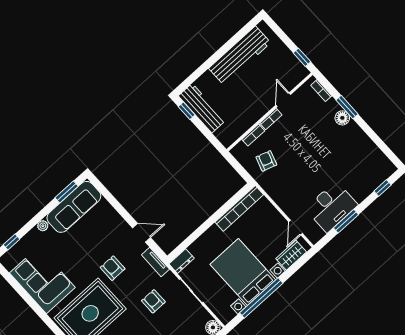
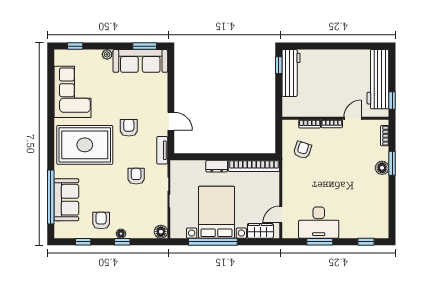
workbench: (240, 56) -> (378, 79), moved, turned 90
dresser: (182, 261) -> (217, 166), moved

